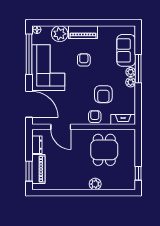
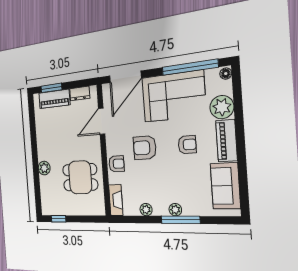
sofa: (126, 50) -> (225, 186), moved, turned -90
plant: (131, 82) -> (146, 210), moved
armchair: (103, 94) -> (145, 148), moved

